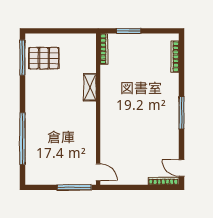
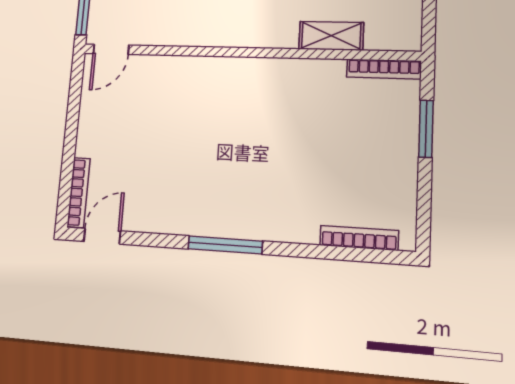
shelving: (90, 87) -> (331, 36), moved

